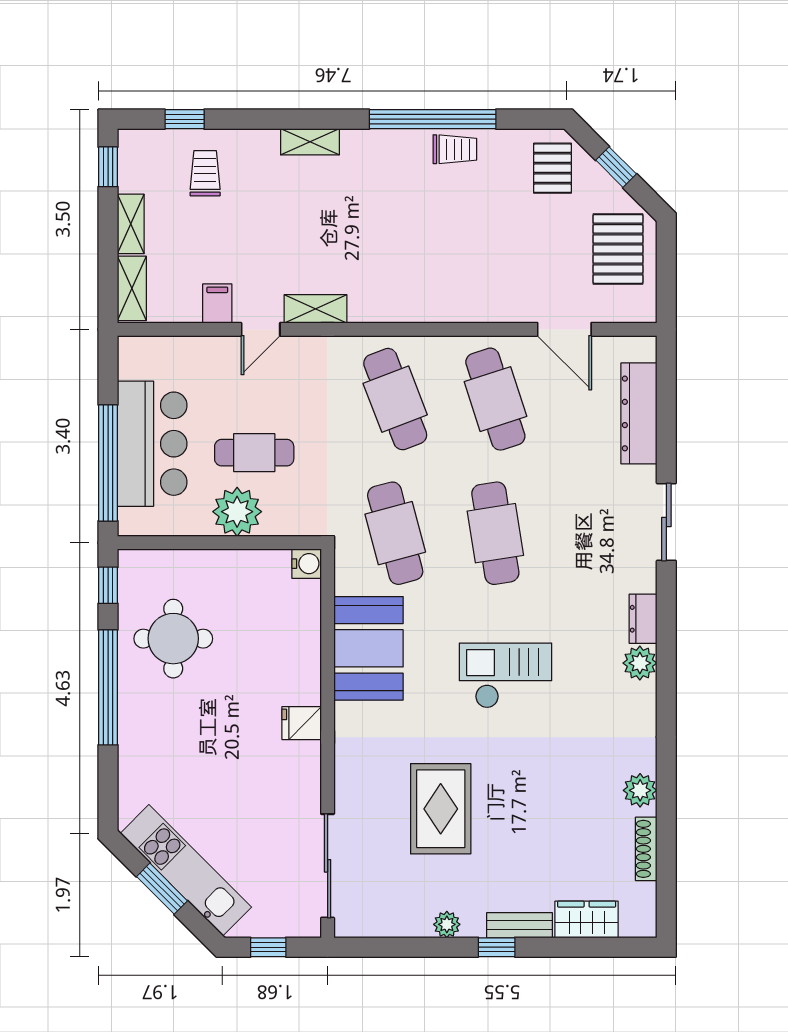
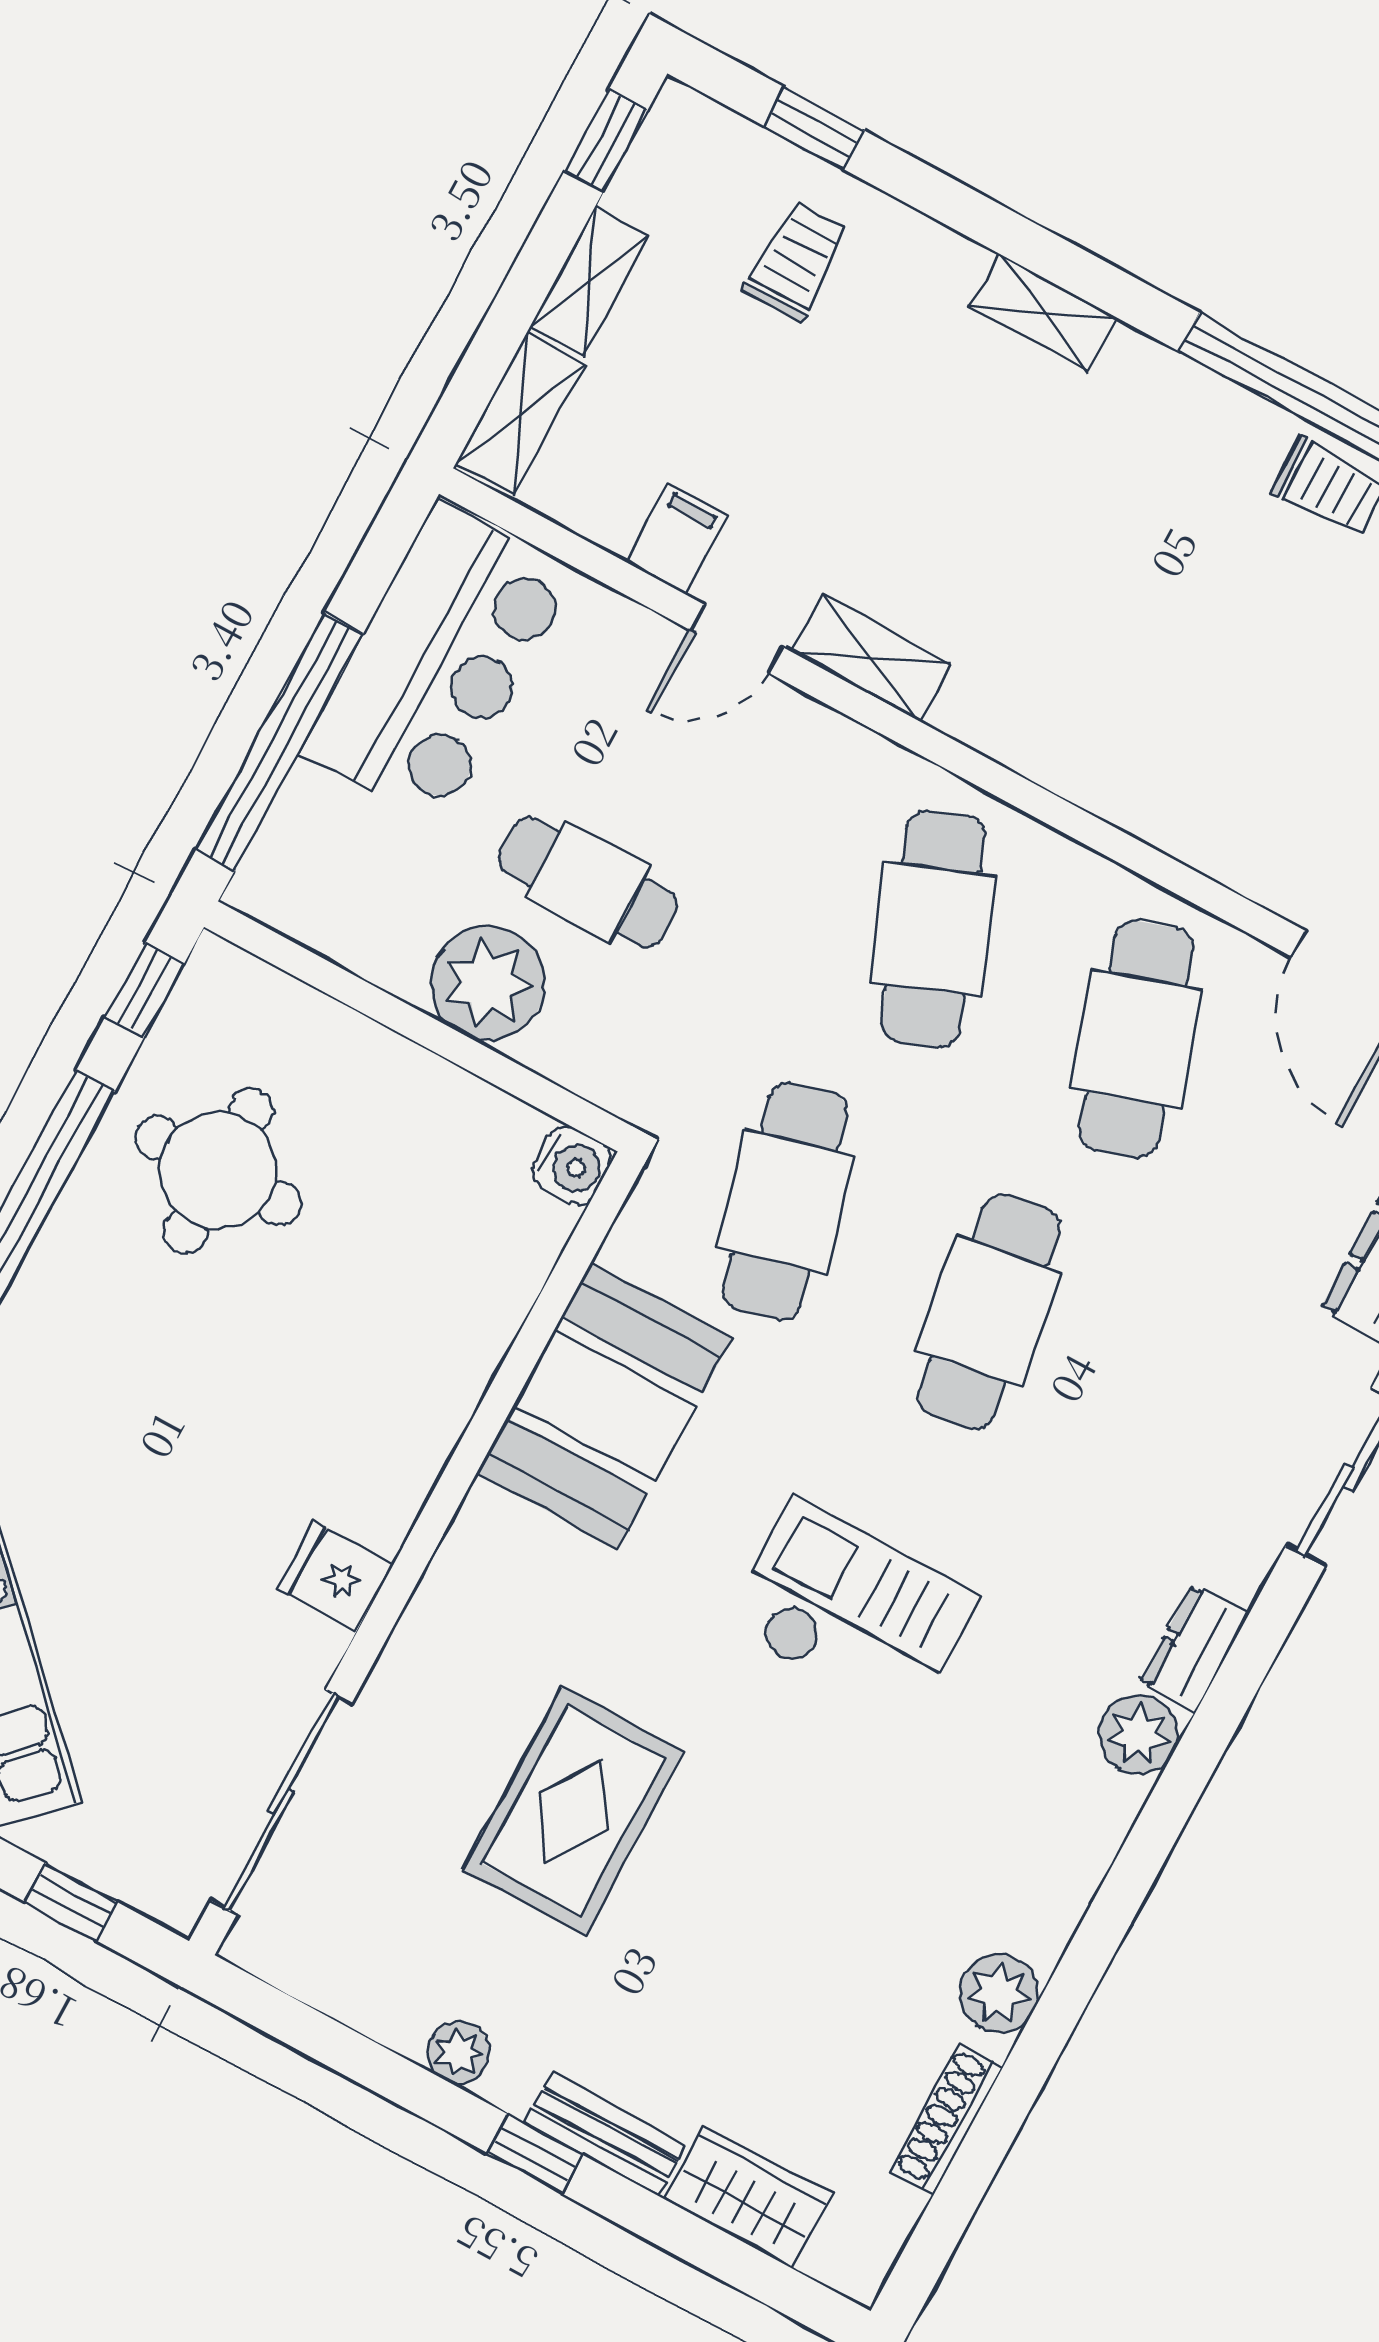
bar counter: (152, 444) -> (438, 663), moved
fridge: (302, 723) -> (335, 1576), moved

